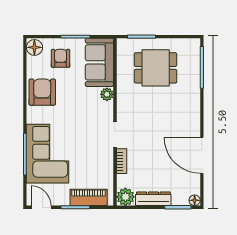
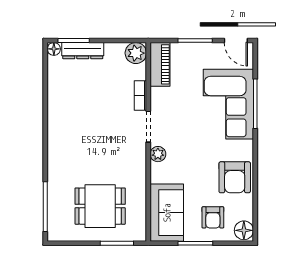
plant: (107, 94) -> (158, 154), moved
door: (202, 155) -> (45, 102), removed
piano: (89, 197) -> (160, 64), moved, turned -90
dresser: (153, 199) -> (83, 51), moved

